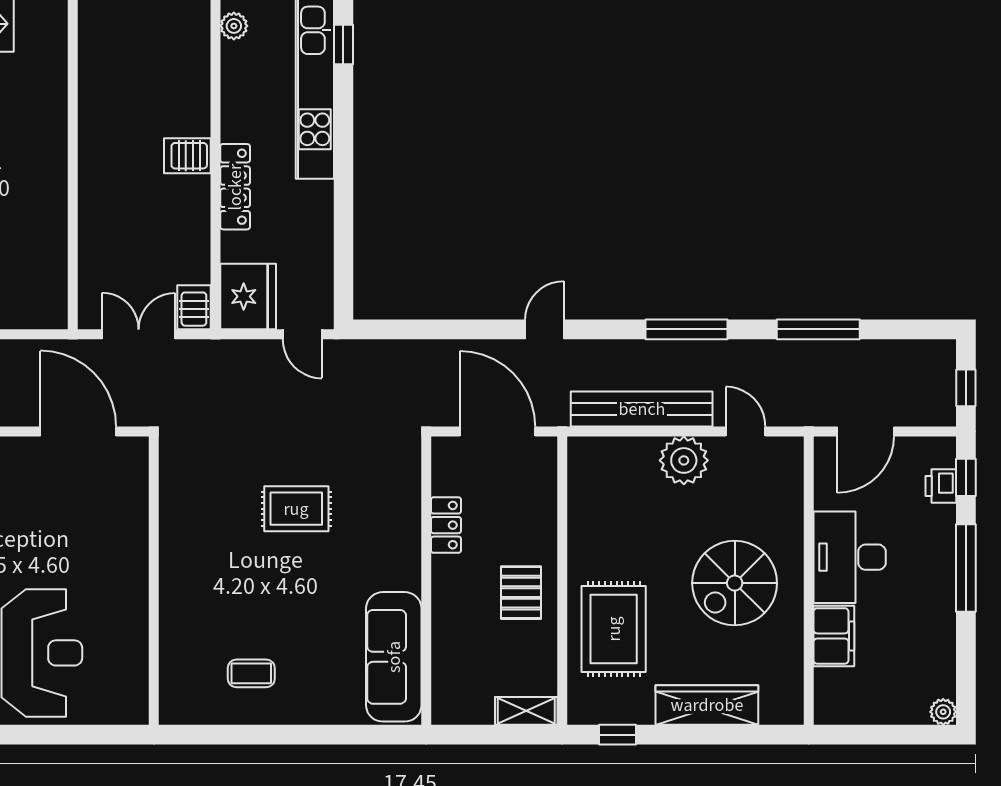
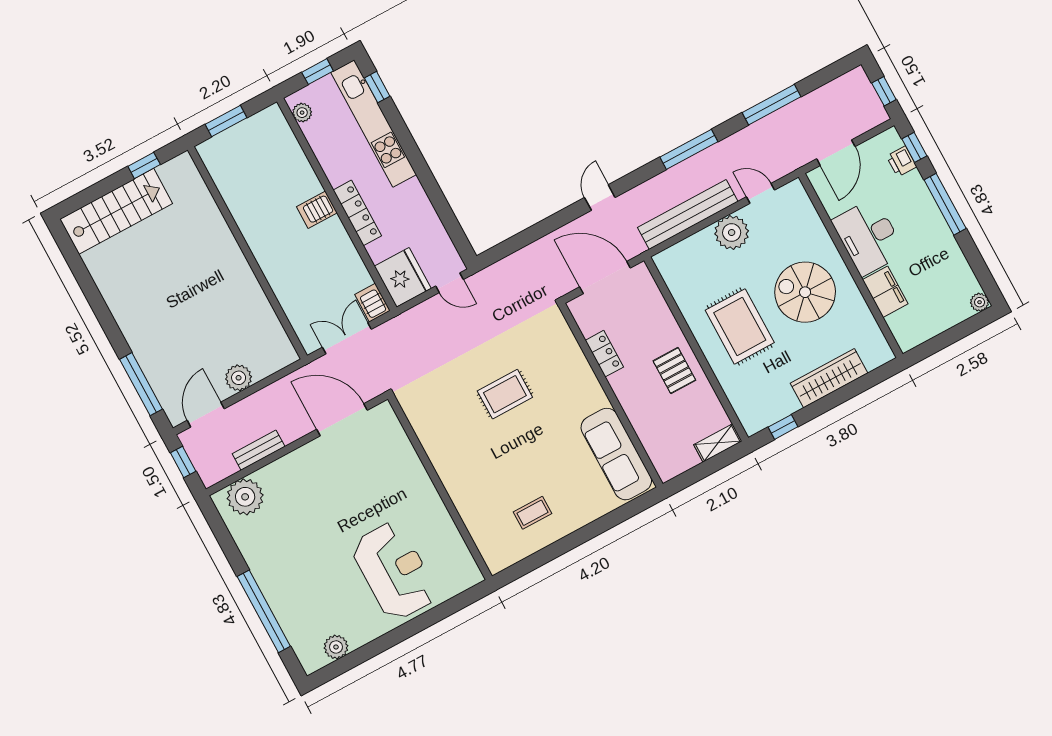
spiral stairs: (735, 583) -> (805, 292), turned 90
rug: (614, 629) -> (740, 326), moved

